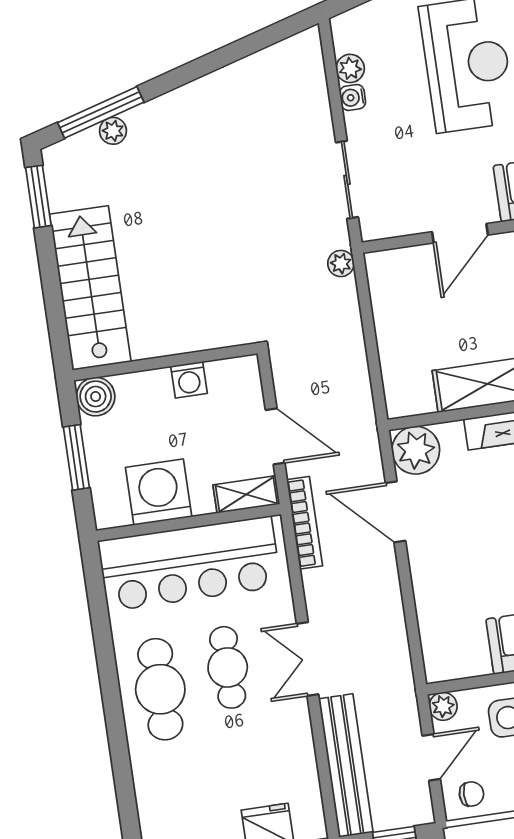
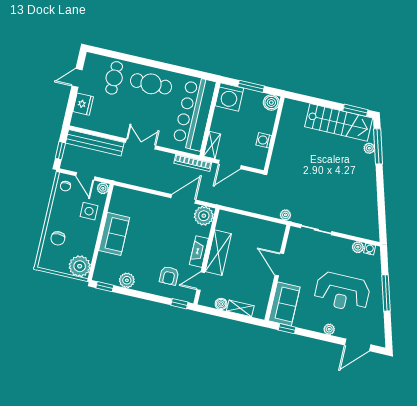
water cooler: (353, 97) -> (370, 249), moved
stairs: (90, 288) -> (339, 122), moved
washing machine: (159, 492) -> (229, 97), moved, turned 90
cafe table: (228, 667) -> (114, 78), moved, turned 90

